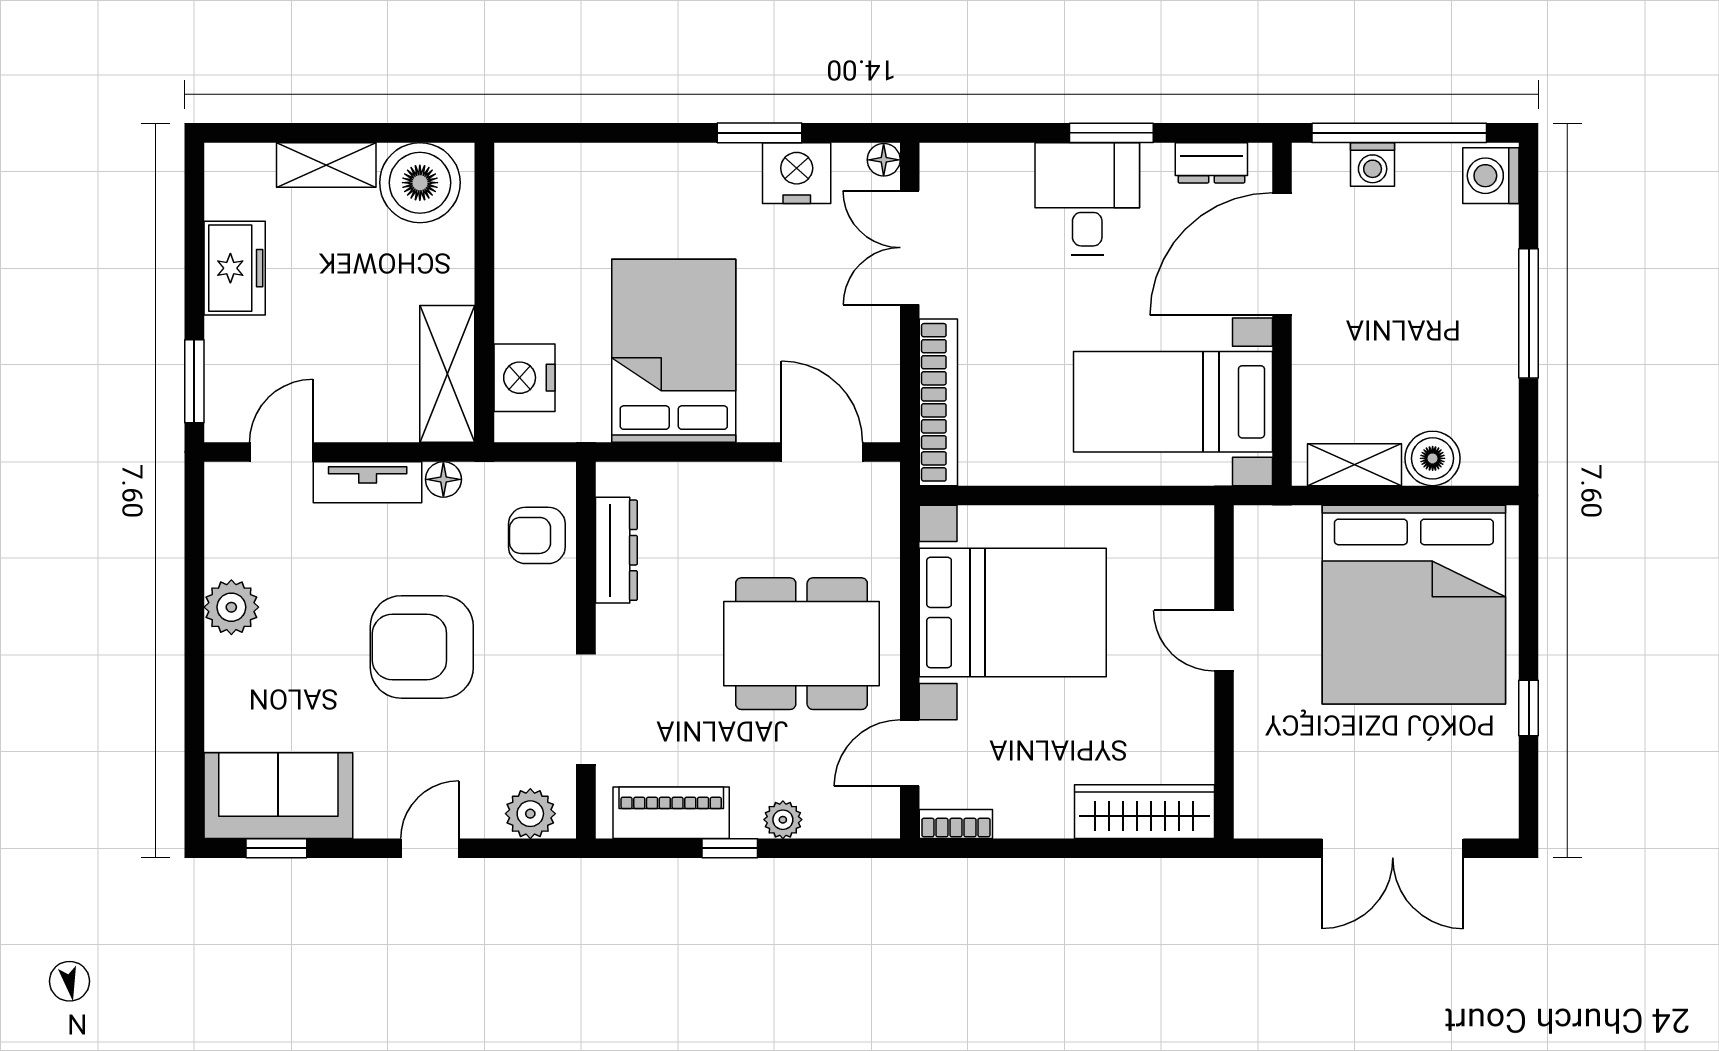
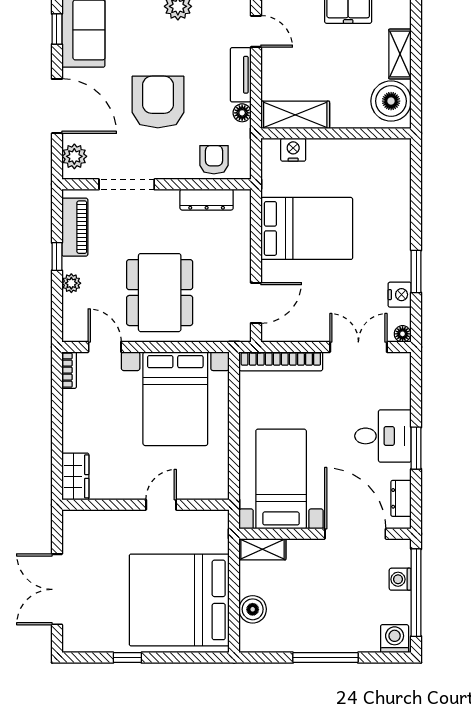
nightstand: (797, 173) -> (400, 295), width x0.74, depth x0.75
nightstand: (524, 378) -> (293, 150), width x0.74, depth x0.75
shelving: (1354, 465) -> (262, 549), moved, turned 90
wardrobe: (1144, 812) -> (75, 476), width x0.67
door: (430, 848) -> (57, 106), width x1.88

